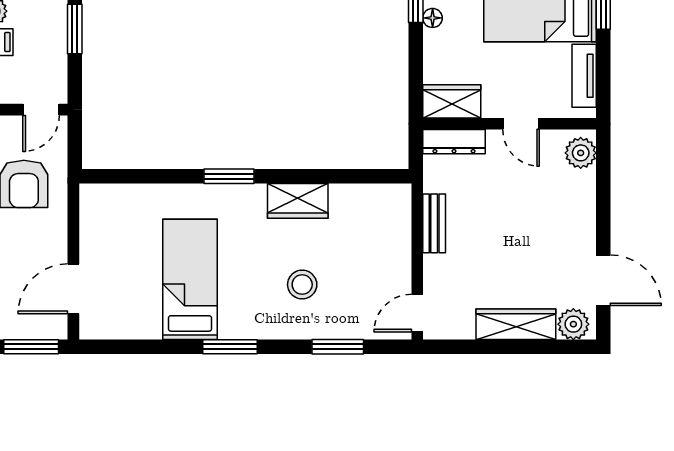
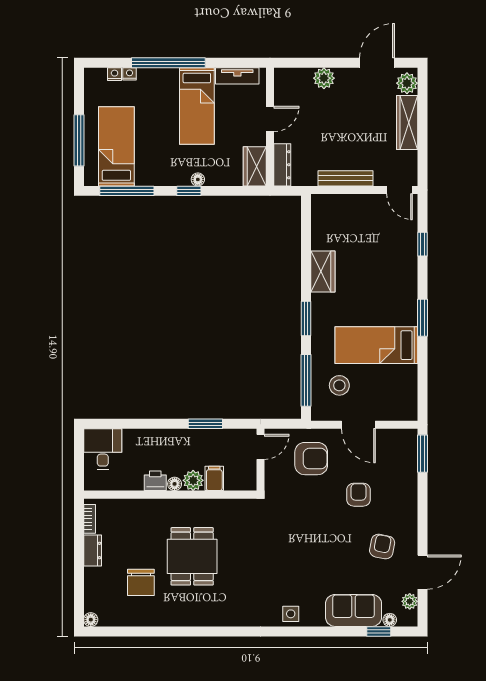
door: (41, 110) -> (260, 447), hinge flipped
plant: (581, 153) -> (324, 78), moved
window: (138, 176) -> (306, 380), added
bench: (434, 223) -> (346, 178), width x1.36
stool: (302, 285) -> (339, 385), moved
door: (73, 289) -> (358, 425), moved
window: (338, 347) -> (422, 244), width x0.67

